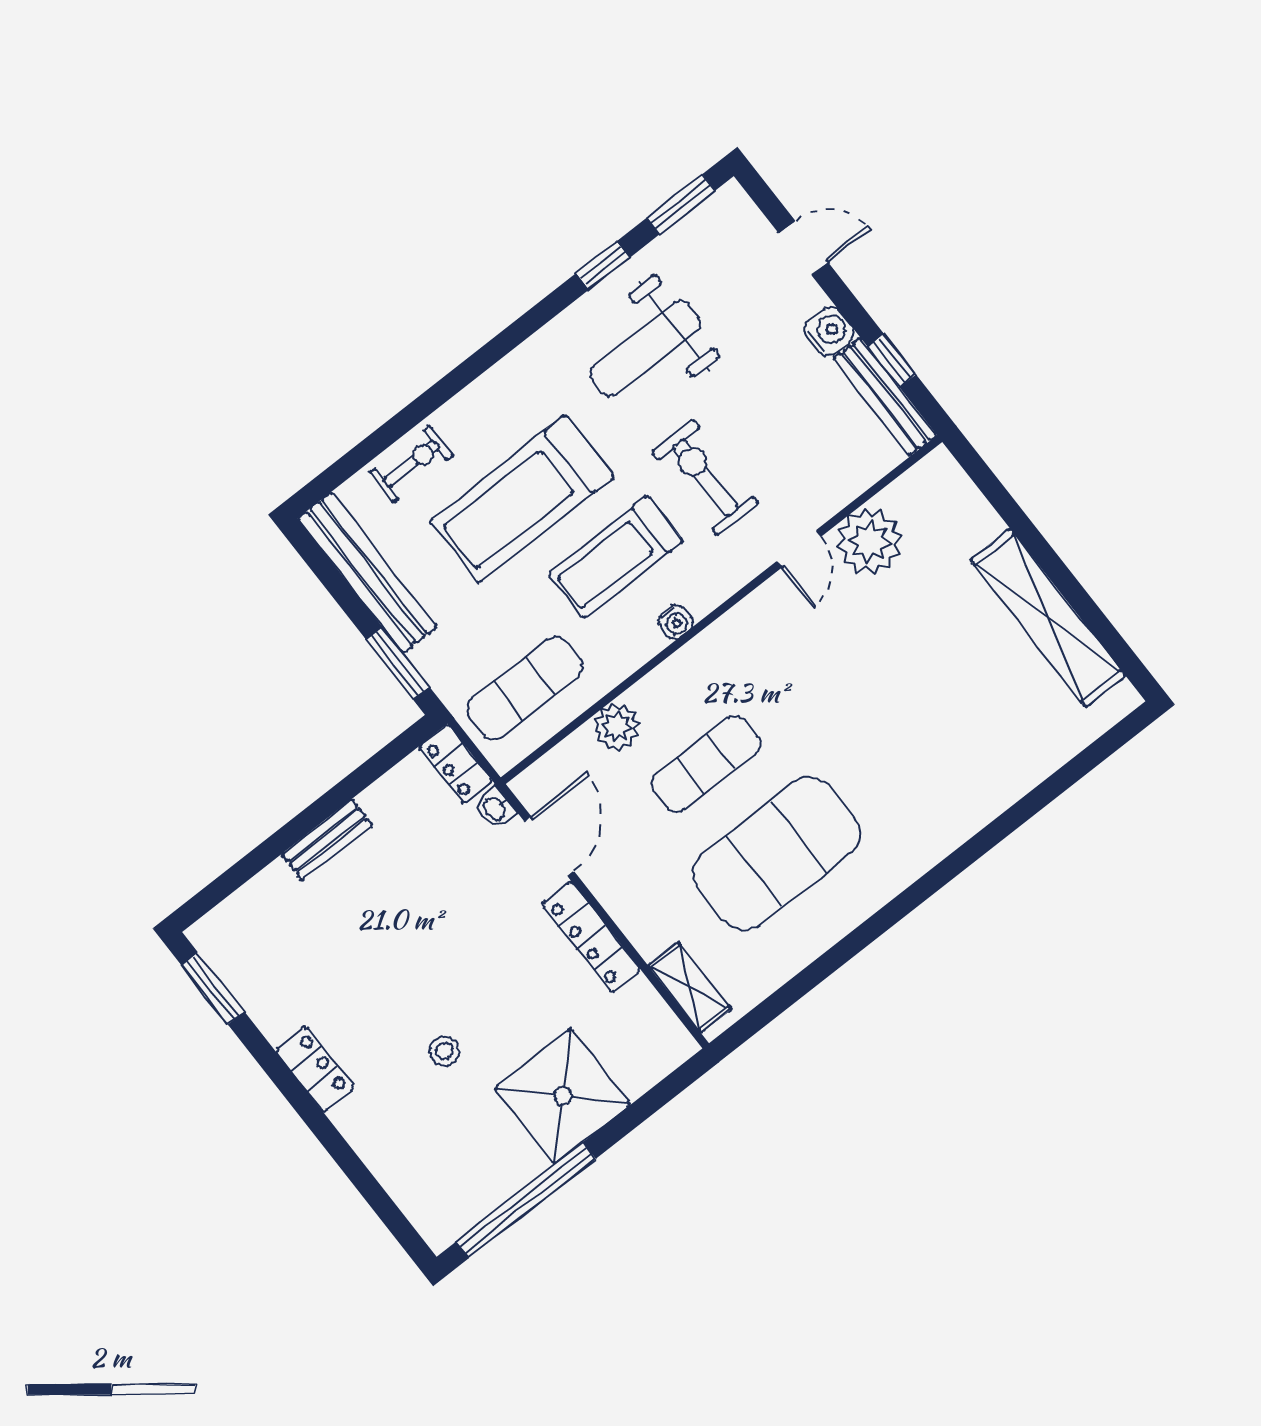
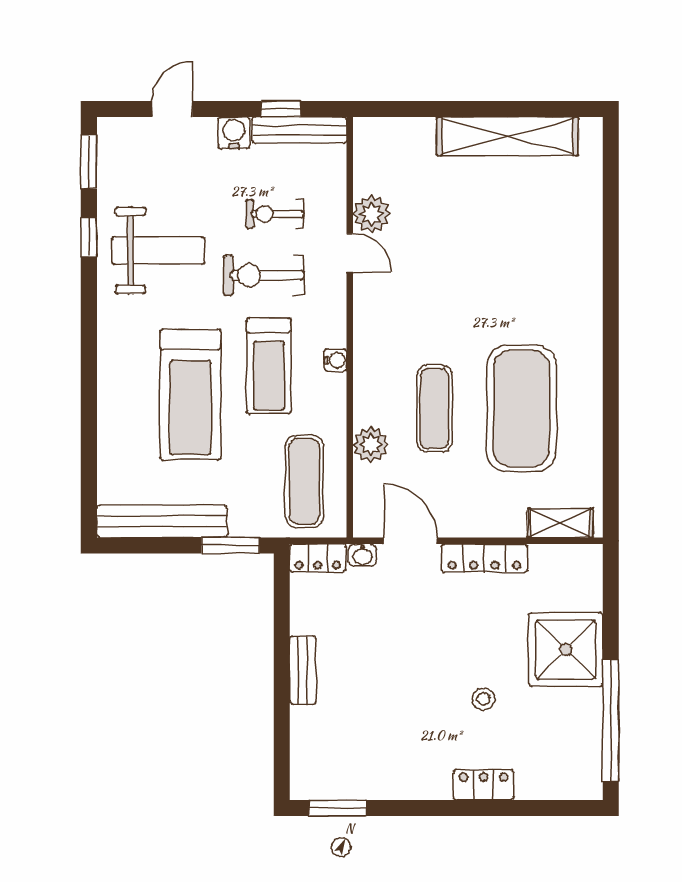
weight bench: (645, 349) -> (158, 250), turned -90
exercise bike: (412, 464) -> (275, 214), moved, turned -90
plant: (869, 541) -> (372, 214), width x0.73, depth x0.73
locker: (315, 1069) -> (484, 785), moved

